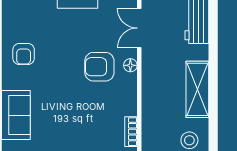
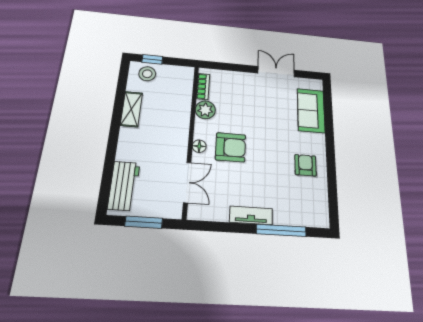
shelving: (197, 89) -> (131, 109), width x0.67, depth x0.75
plant: (127, 105) -> (205, 110), added

